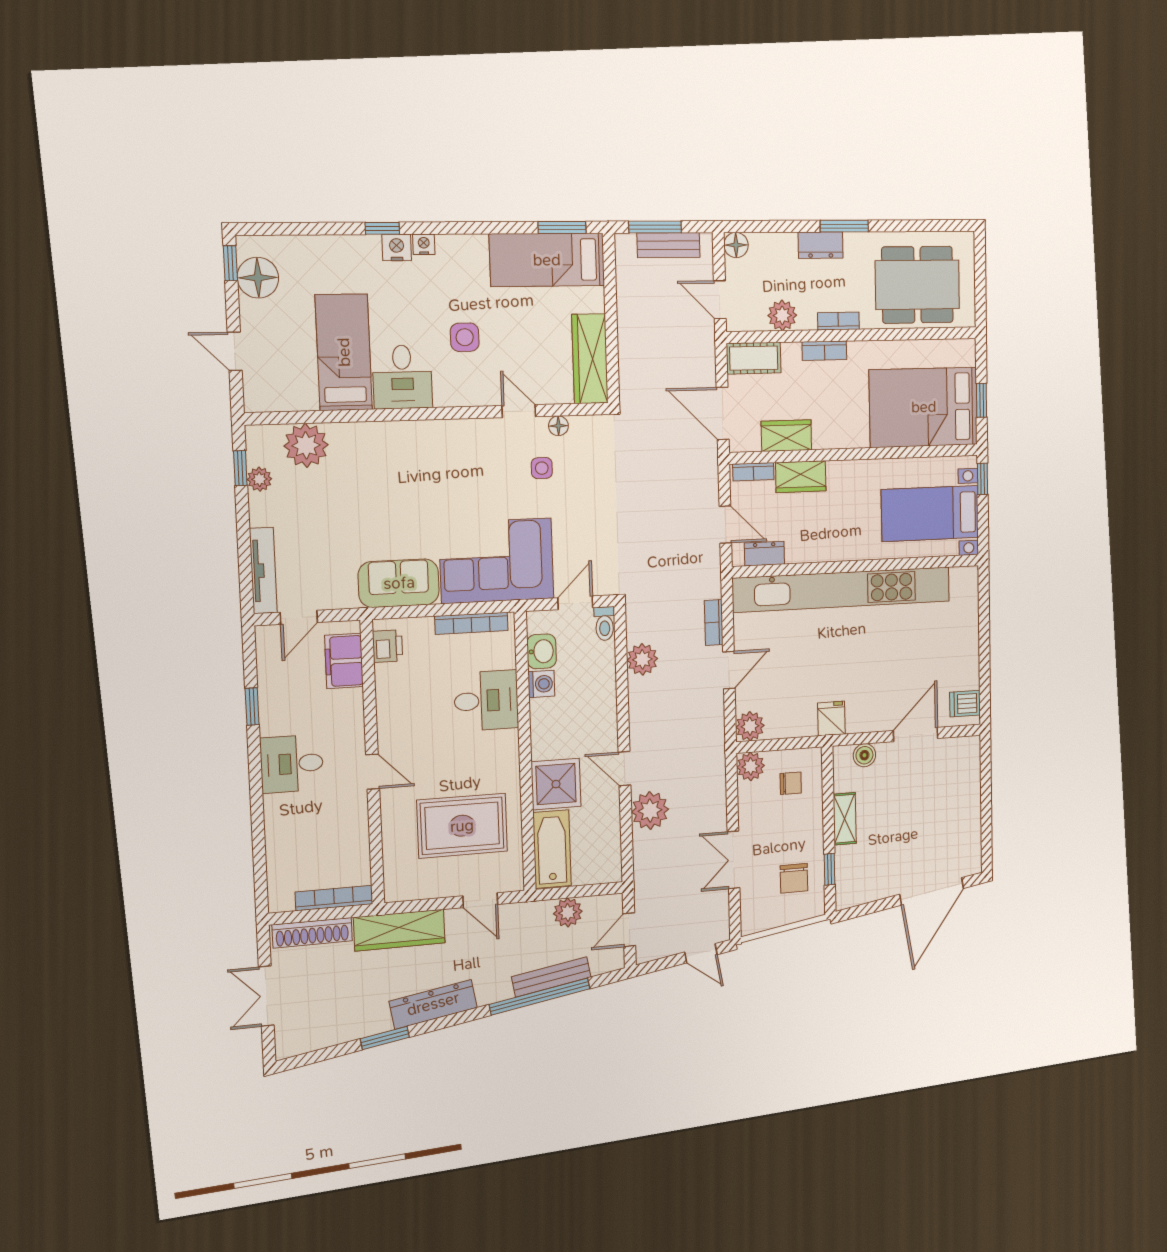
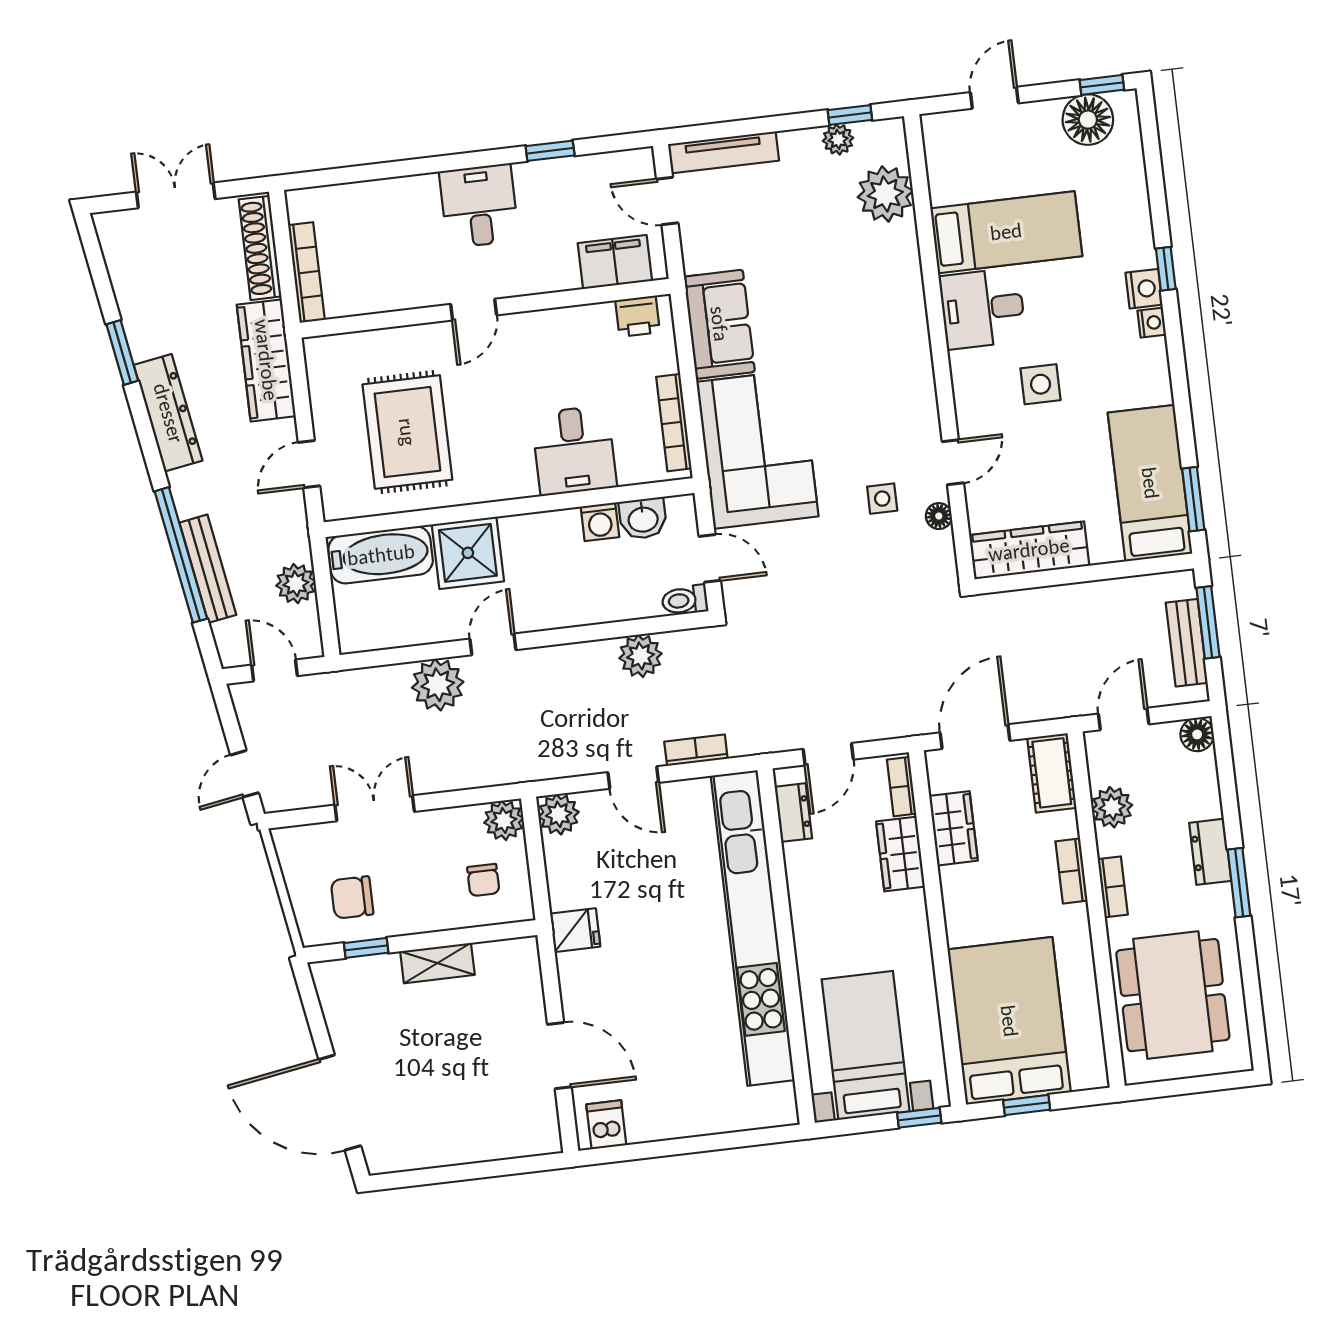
boiler: (864, 755) -> (527, 983), removed

